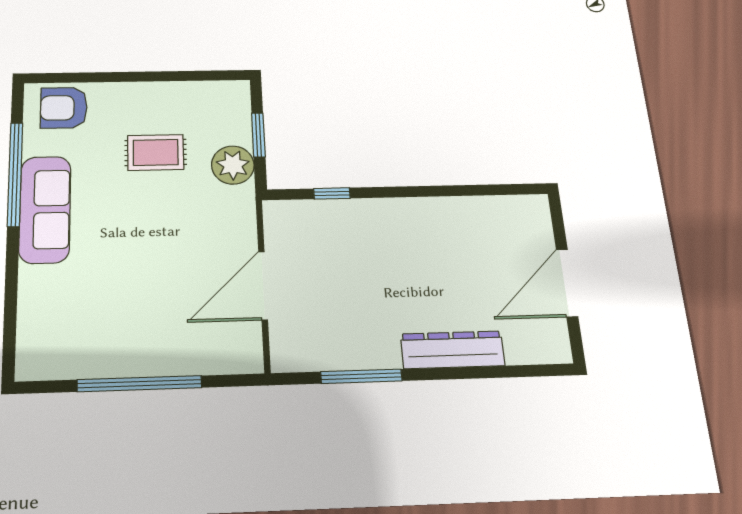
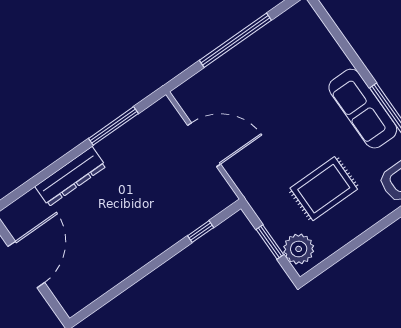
rug: (156, 152) -> (324, 189), width x1.36, depth x1.43
plant: (233, 165) -> (299, 249), moved
door: (263, 285) -> (204, 145), hinge flipped

